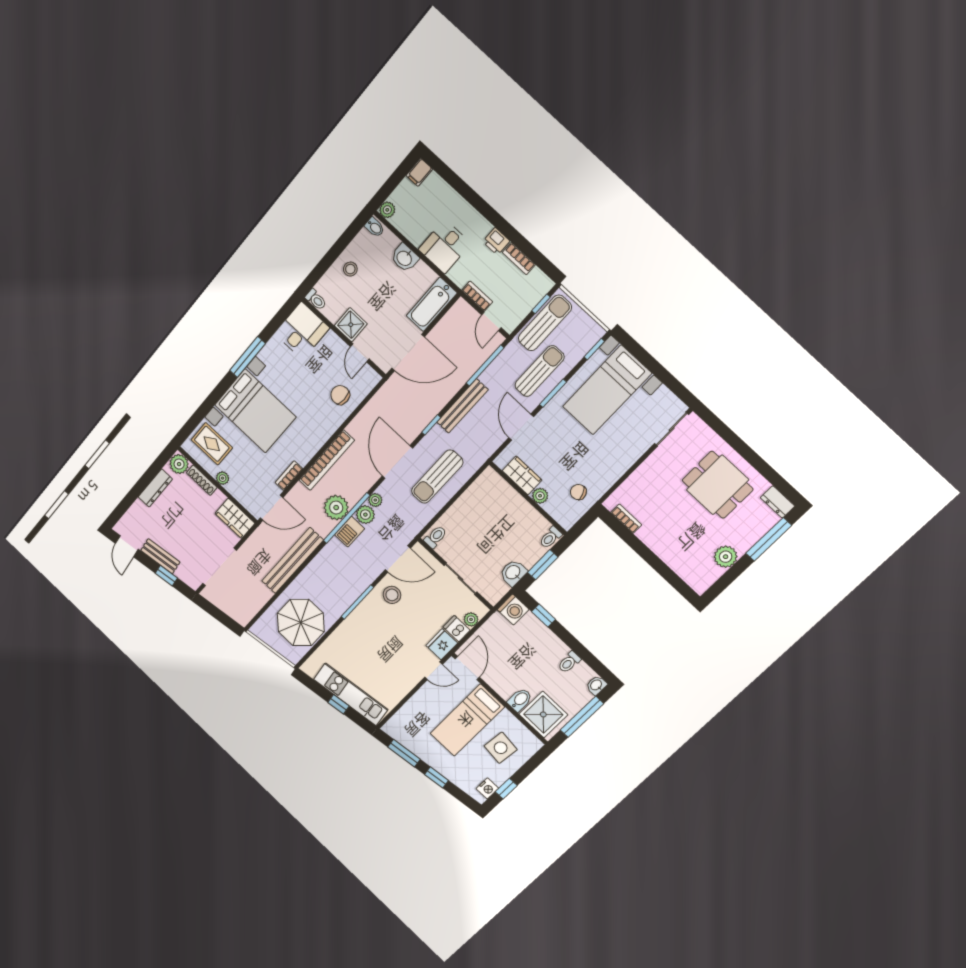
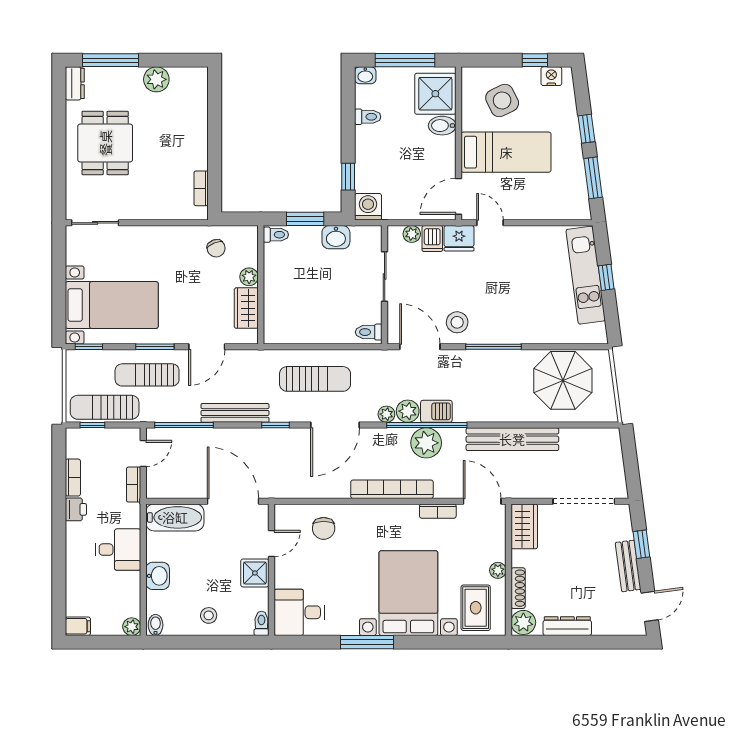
side table: (501, 748) -> (502, 100), turned -32

